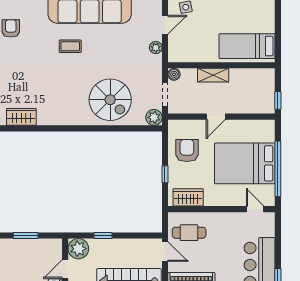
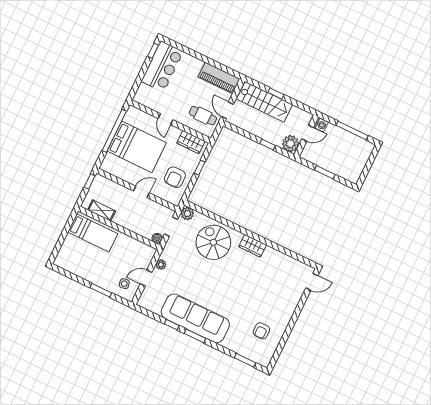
coffee table: (70, 46) -> (224, 296), removed
shelving: (213, 75) -> (102, 210), moved
wardrobe: (21, 117) -> (253, 246), moved
door: (255, 209) -> (166, 119), moved

